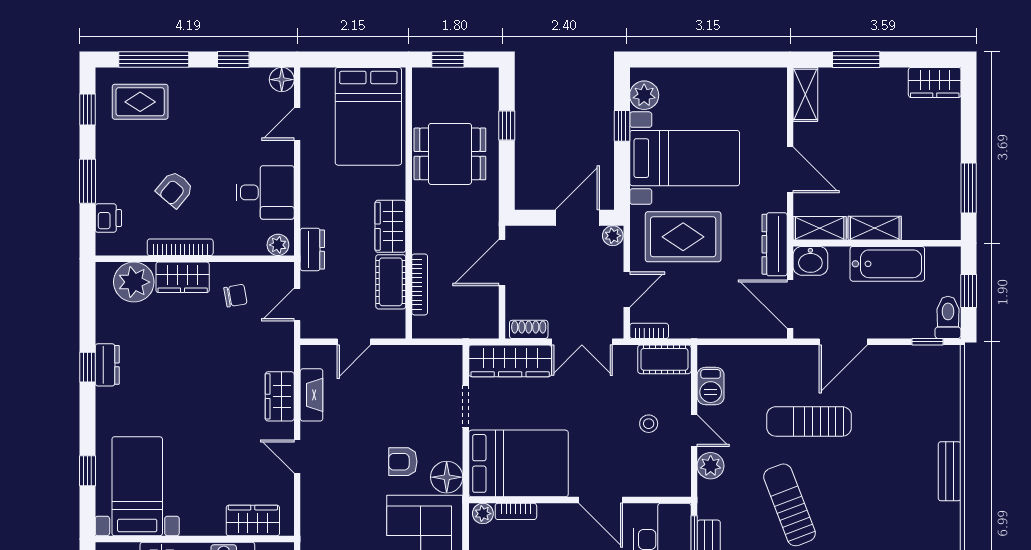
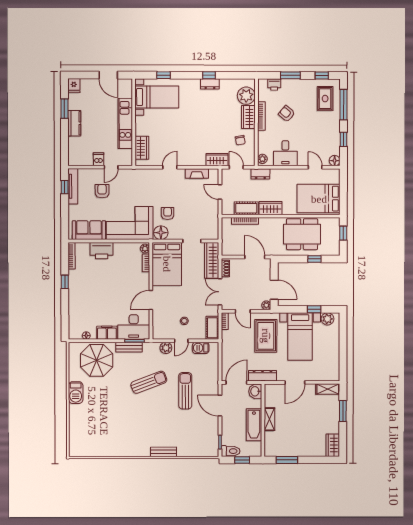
dining table: (450, 154) -> (302, 234), width x1.37
shelving: (820, 228) -> (269, 395), removed
wardrobe: (280, 396) -> (217, 160), moved

